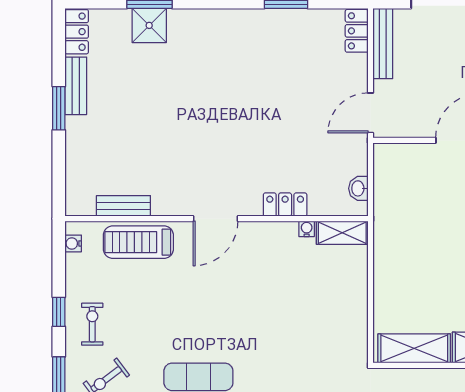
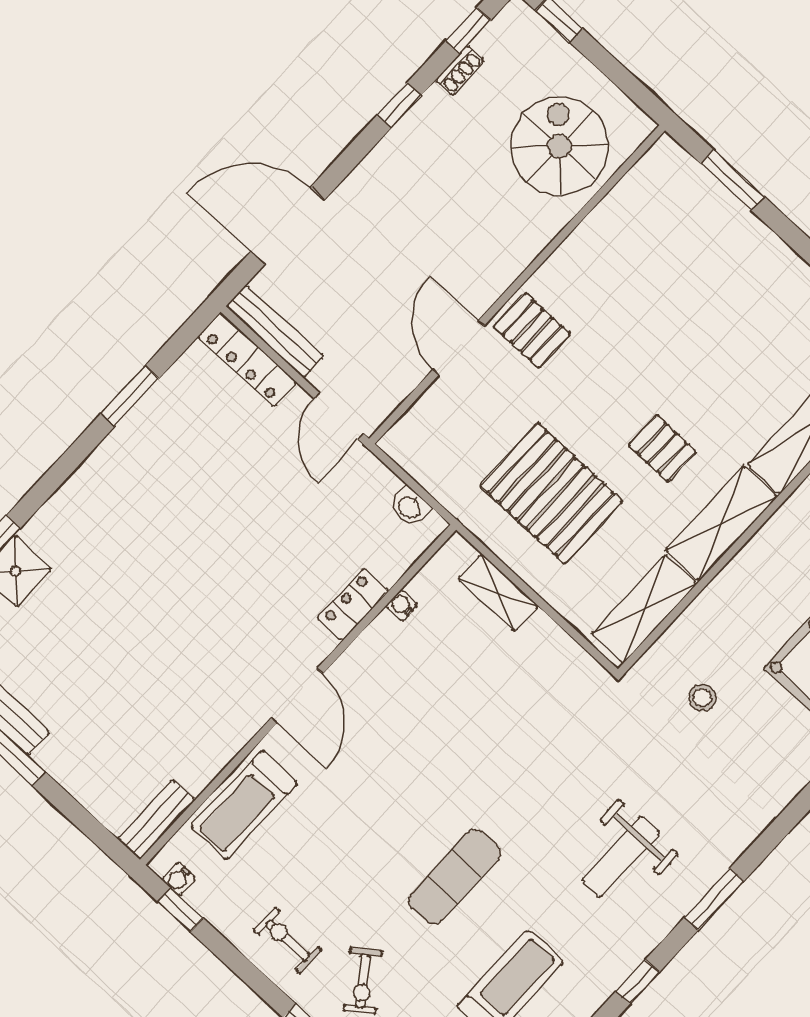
locker: (357, 31) -> (247, 360), width x1.53
bench: (123, 206) -> (156, 819), moved
shelving: (342, 233) -> (498, 592), moved, turned 90
pallet: (429, 251) -> (551, 493), added
window: (59, 312) -> (181, 910), moved

